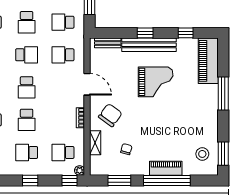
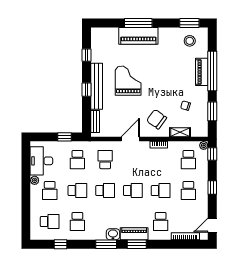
school desk: (27, 55) -> (105, 191), turned 90
school desk: (63, 55) -> (105, 160), turned 180
piano: (208, 61) -> (138, 36), moved

